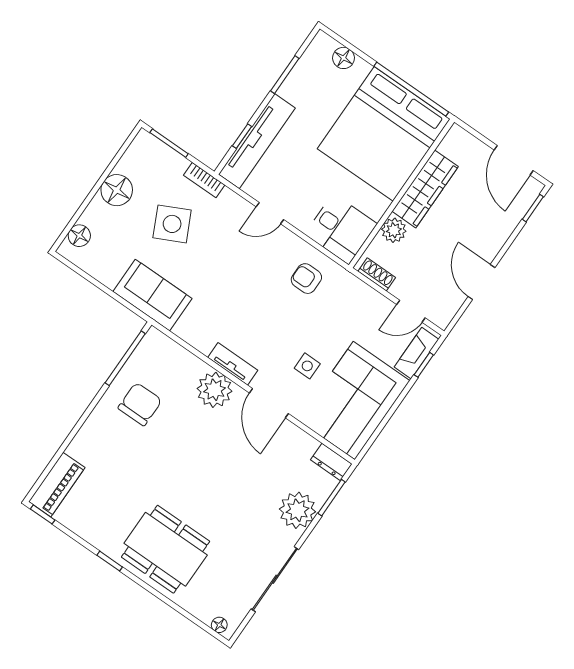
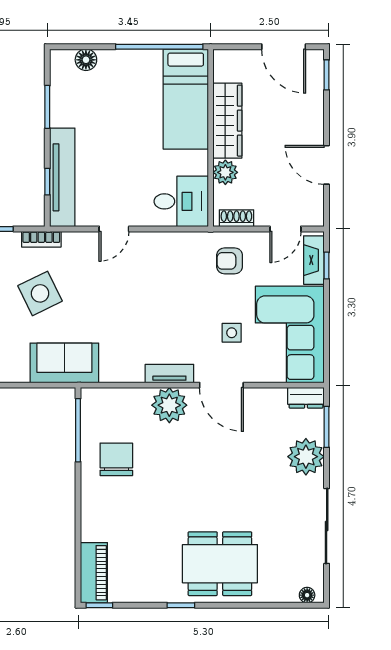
bed: (384, 134) -> (186, 99), width x0.49
armchair: (306, 279) -> (230, 261), moved

